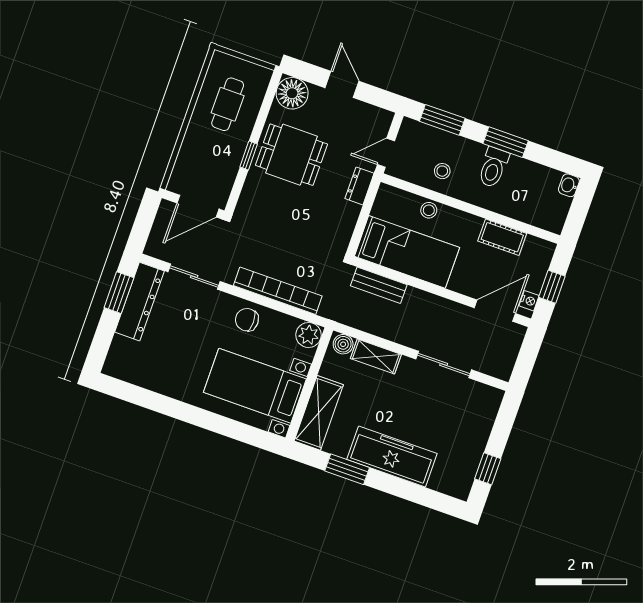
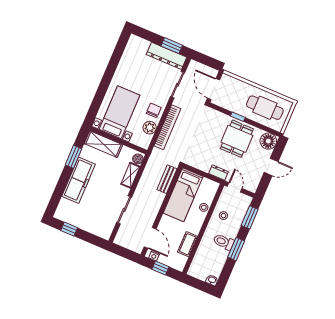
cafe table: (228, 104) -> (265, 108), width x1.37, depth x1.35
plant: (309, 335) -> (150, 128), moved

